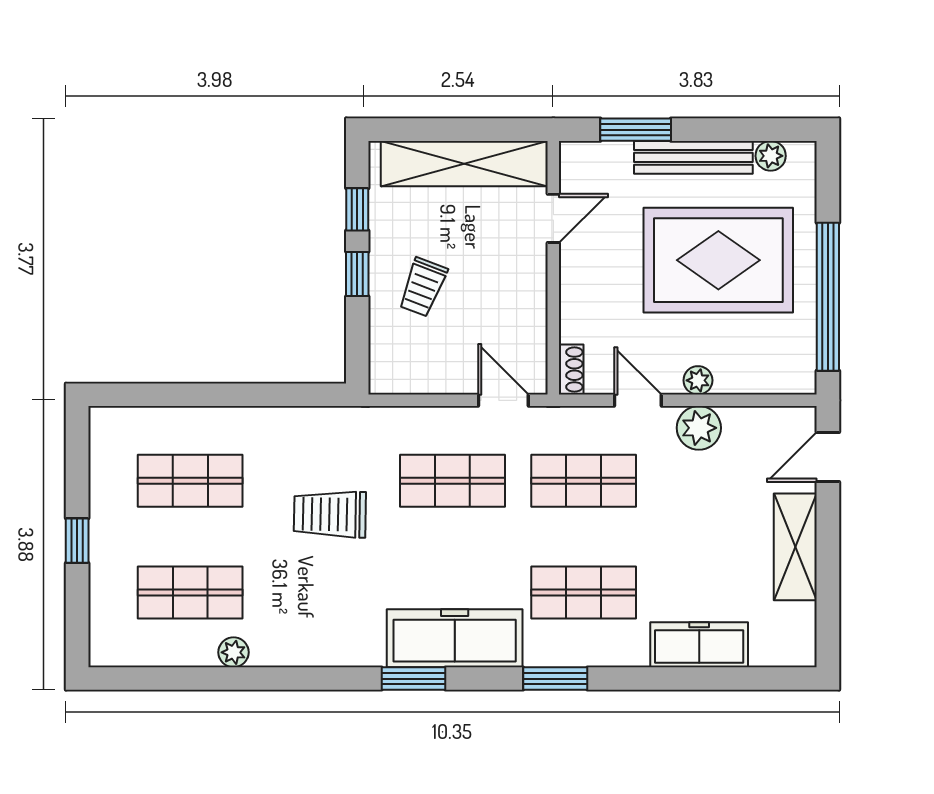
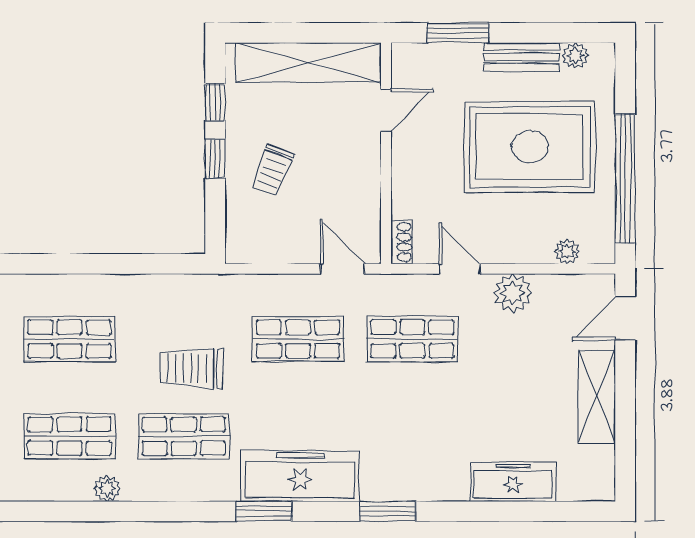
bench: (693, 157) -> (522, 57), width x0.73
plant: (698, 380) -> (567, 251), moved
shop shelf: (584, 592) -> (184, 436), moved

